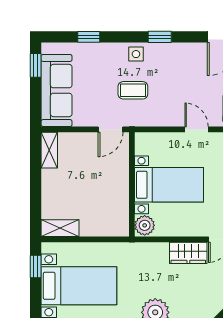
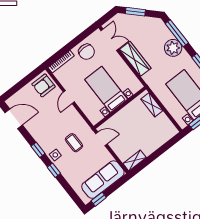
window: (89, 37) -> (54, 170), moved
plant: (145, 225) -> (135, 86), removed
shelving: (60, 228) -> (152, 105), moved
wardrobe: (188, 253) -> (135, 59), width x1.50

